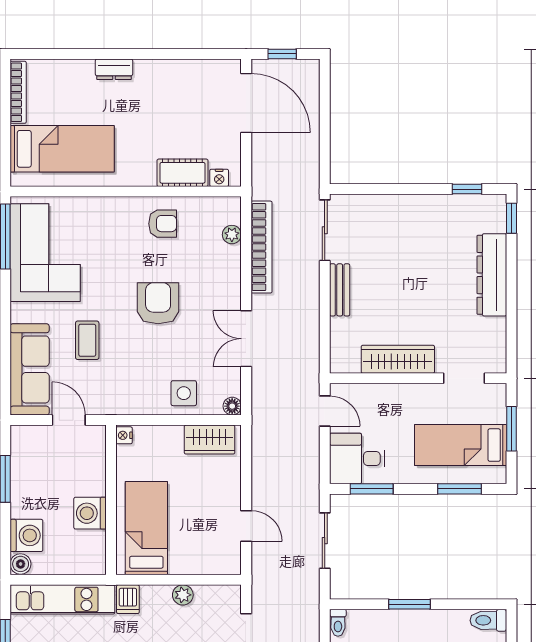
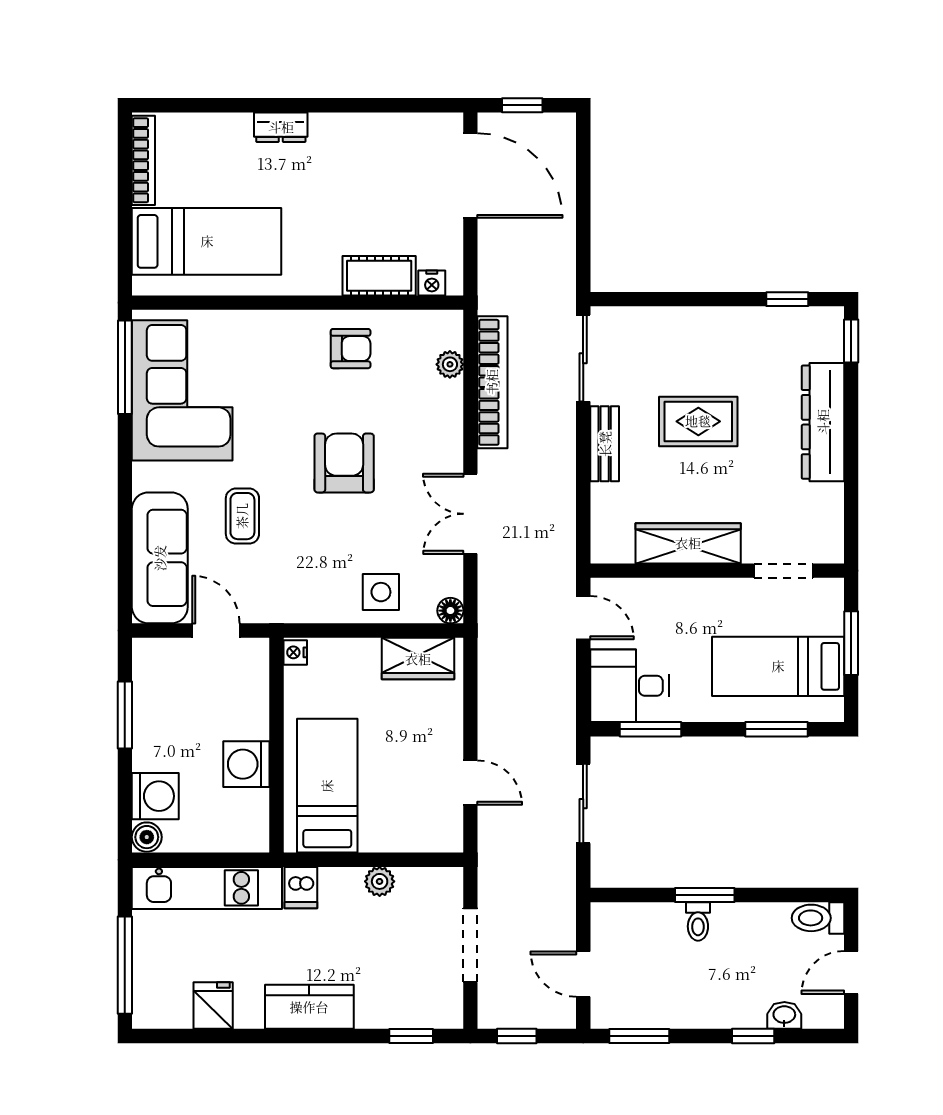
rug: (405, 274) -> (698, 421), added
toilet: (338, 623) -> (698, 921), moved

